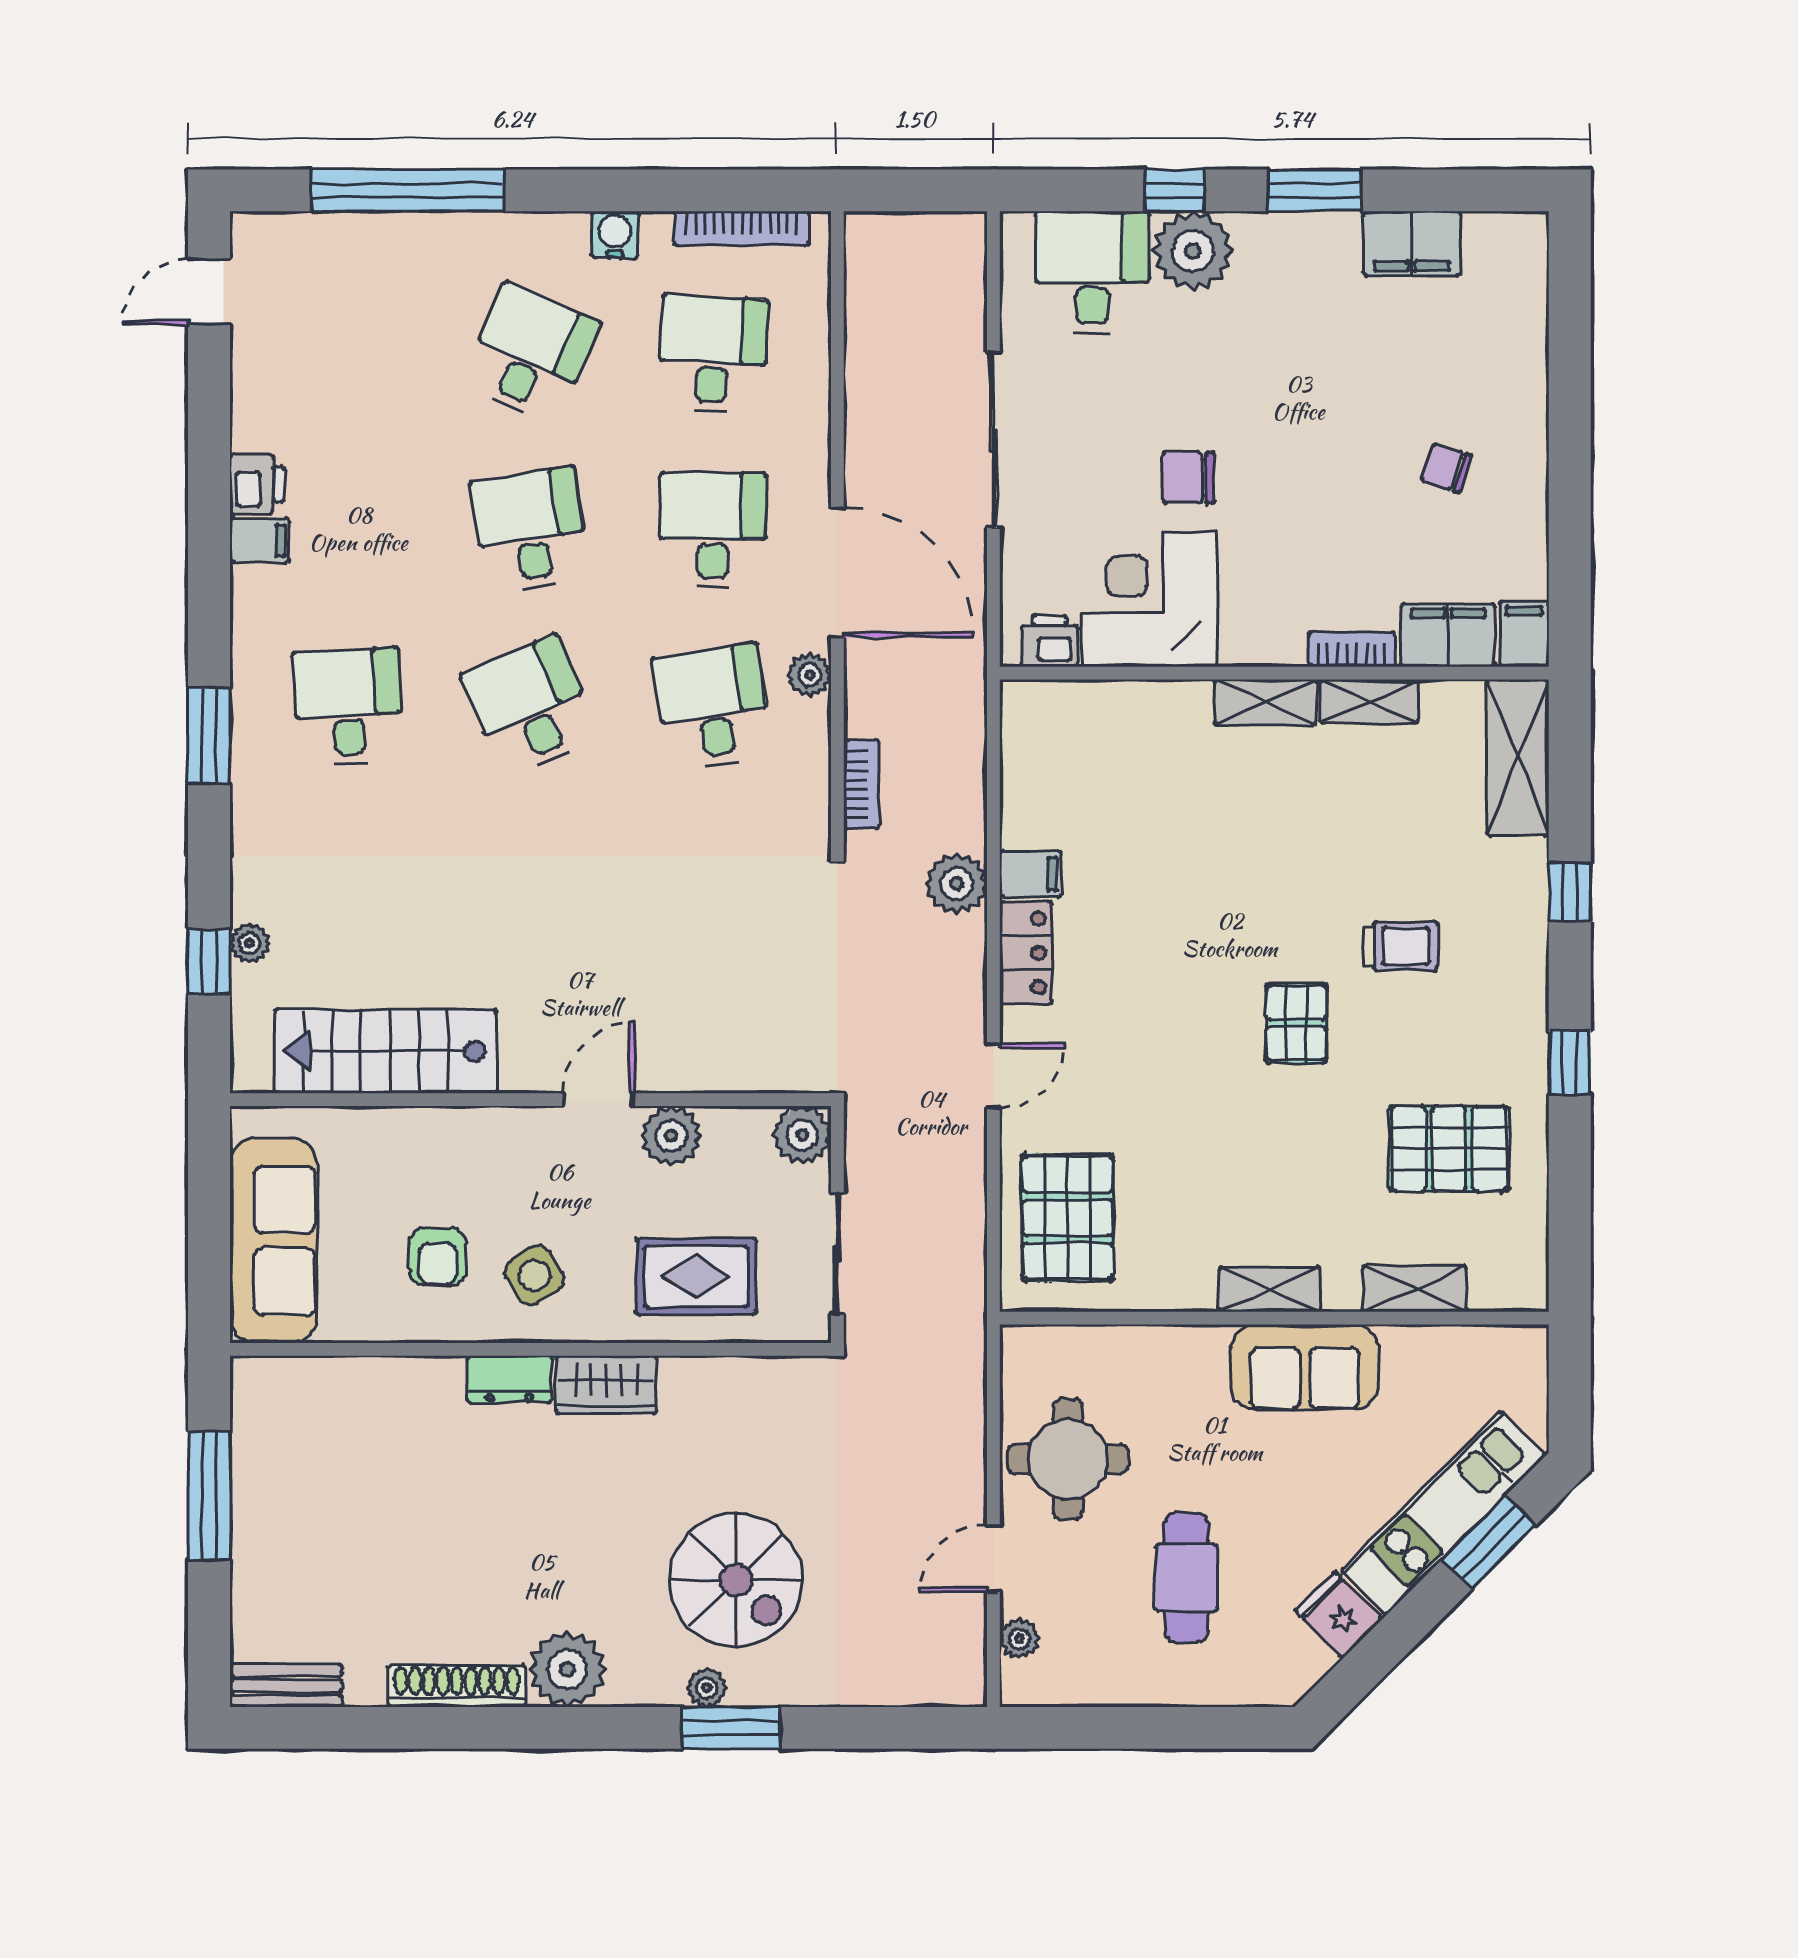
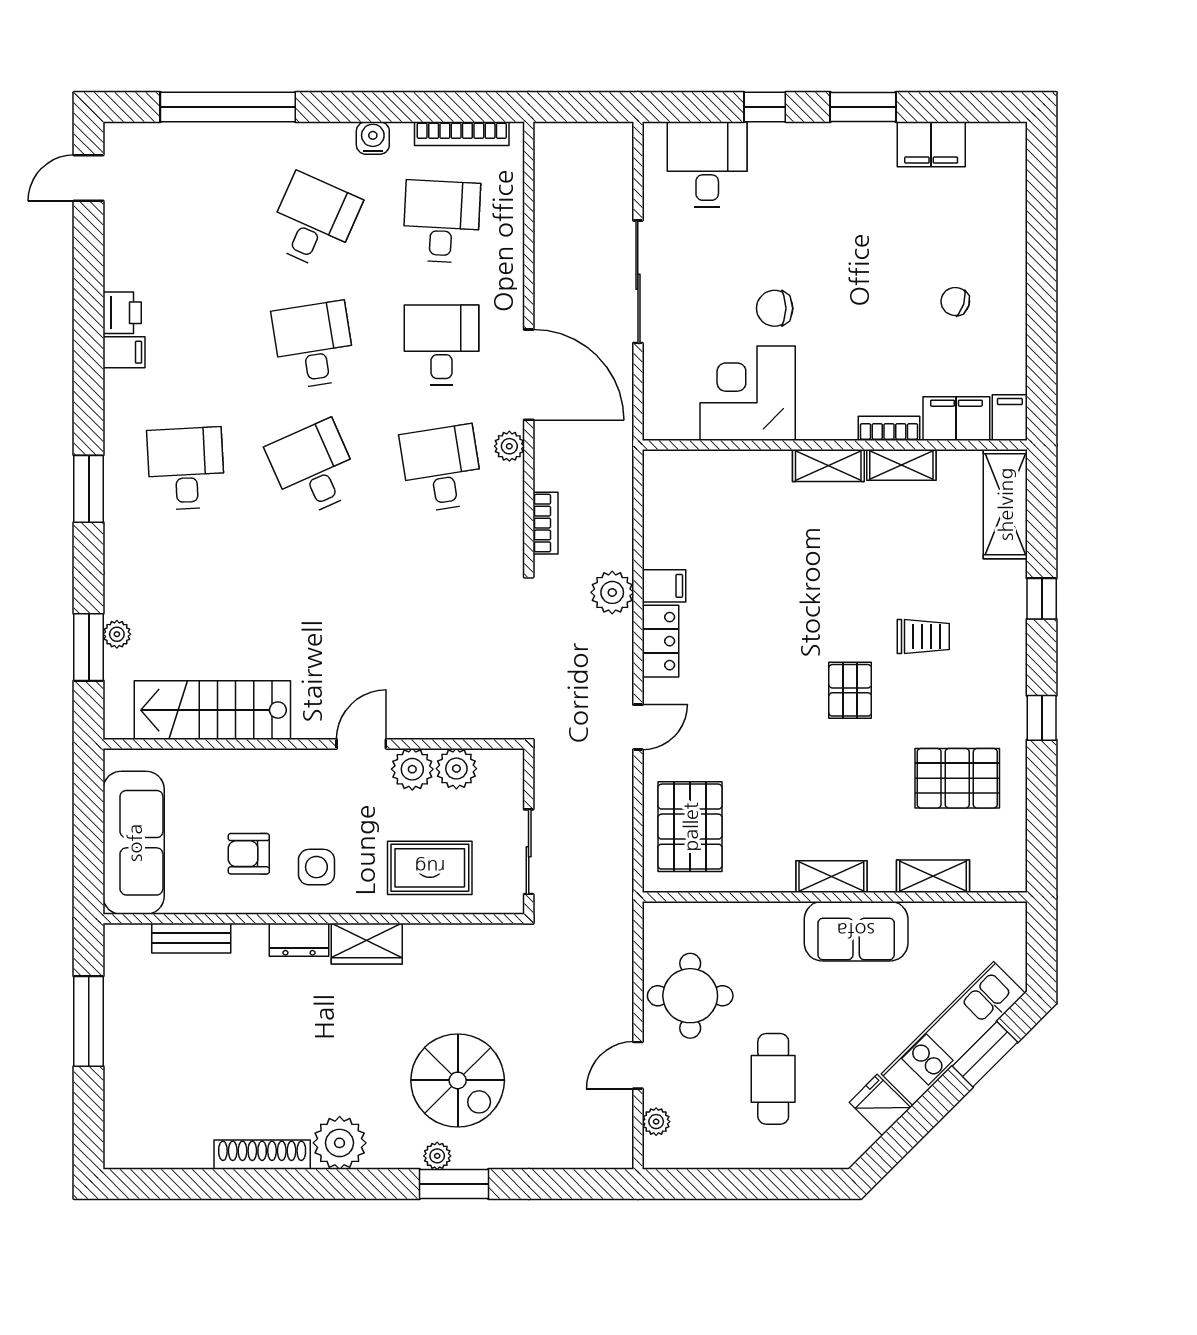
plant: (1193, 251) -> (778, 149), removed
printer: (1049, 641) -> (677, 423), removed
window: (209, 962) -> (89, 647), width x1.50
plant: (802, 1135) -> (456, 769), moved
armchair: (438, 1256) -> (249, 854), turned 90
side table: (534, 1275) -> (316, 867), turned 31
bench: (286, 1686) -> (191, 938), moved

